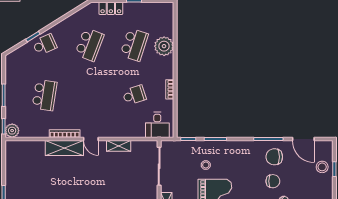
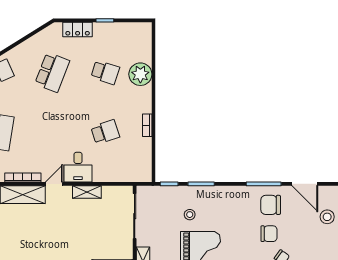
school desk: (134, 45) -> (105, 72), width x0.54
desk: (157, 125) -> (78, 167), moved
door: (91, 139) -> (54, 184), swing flipped

